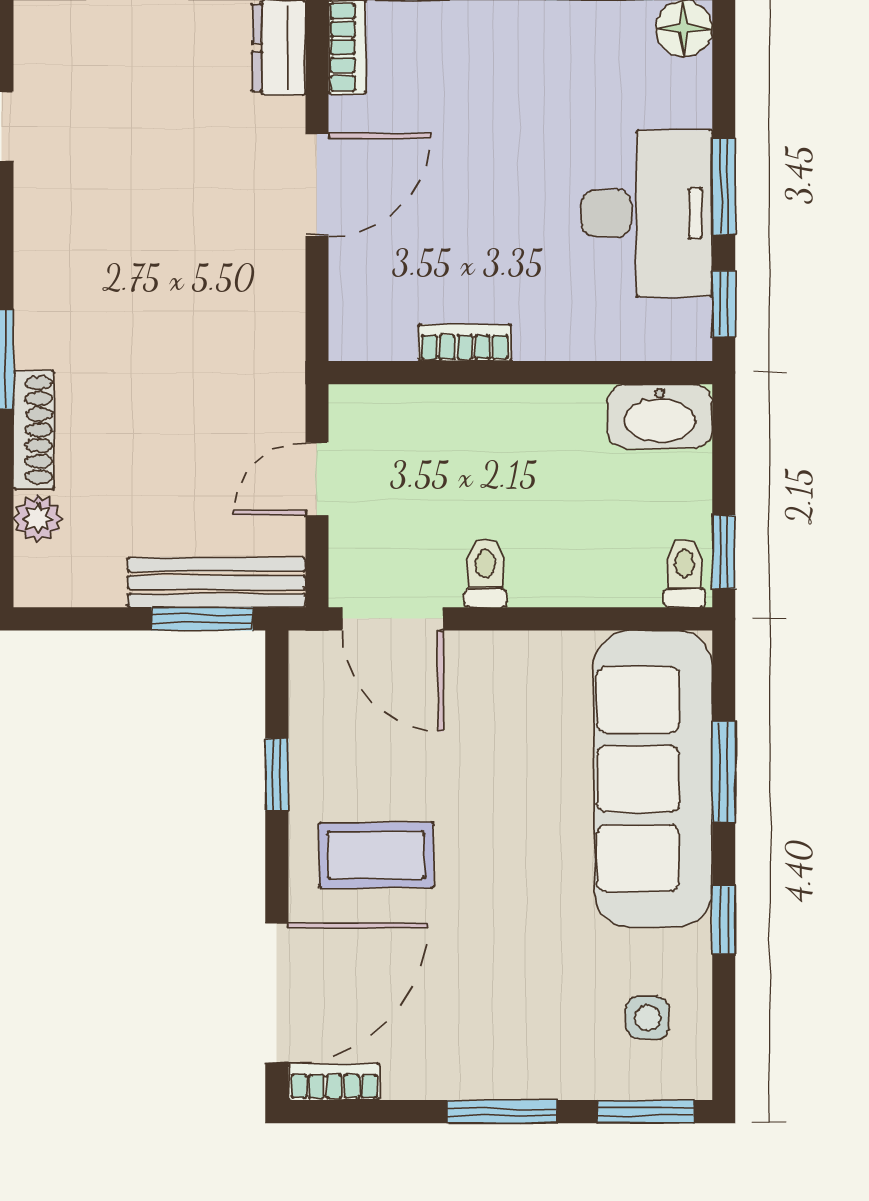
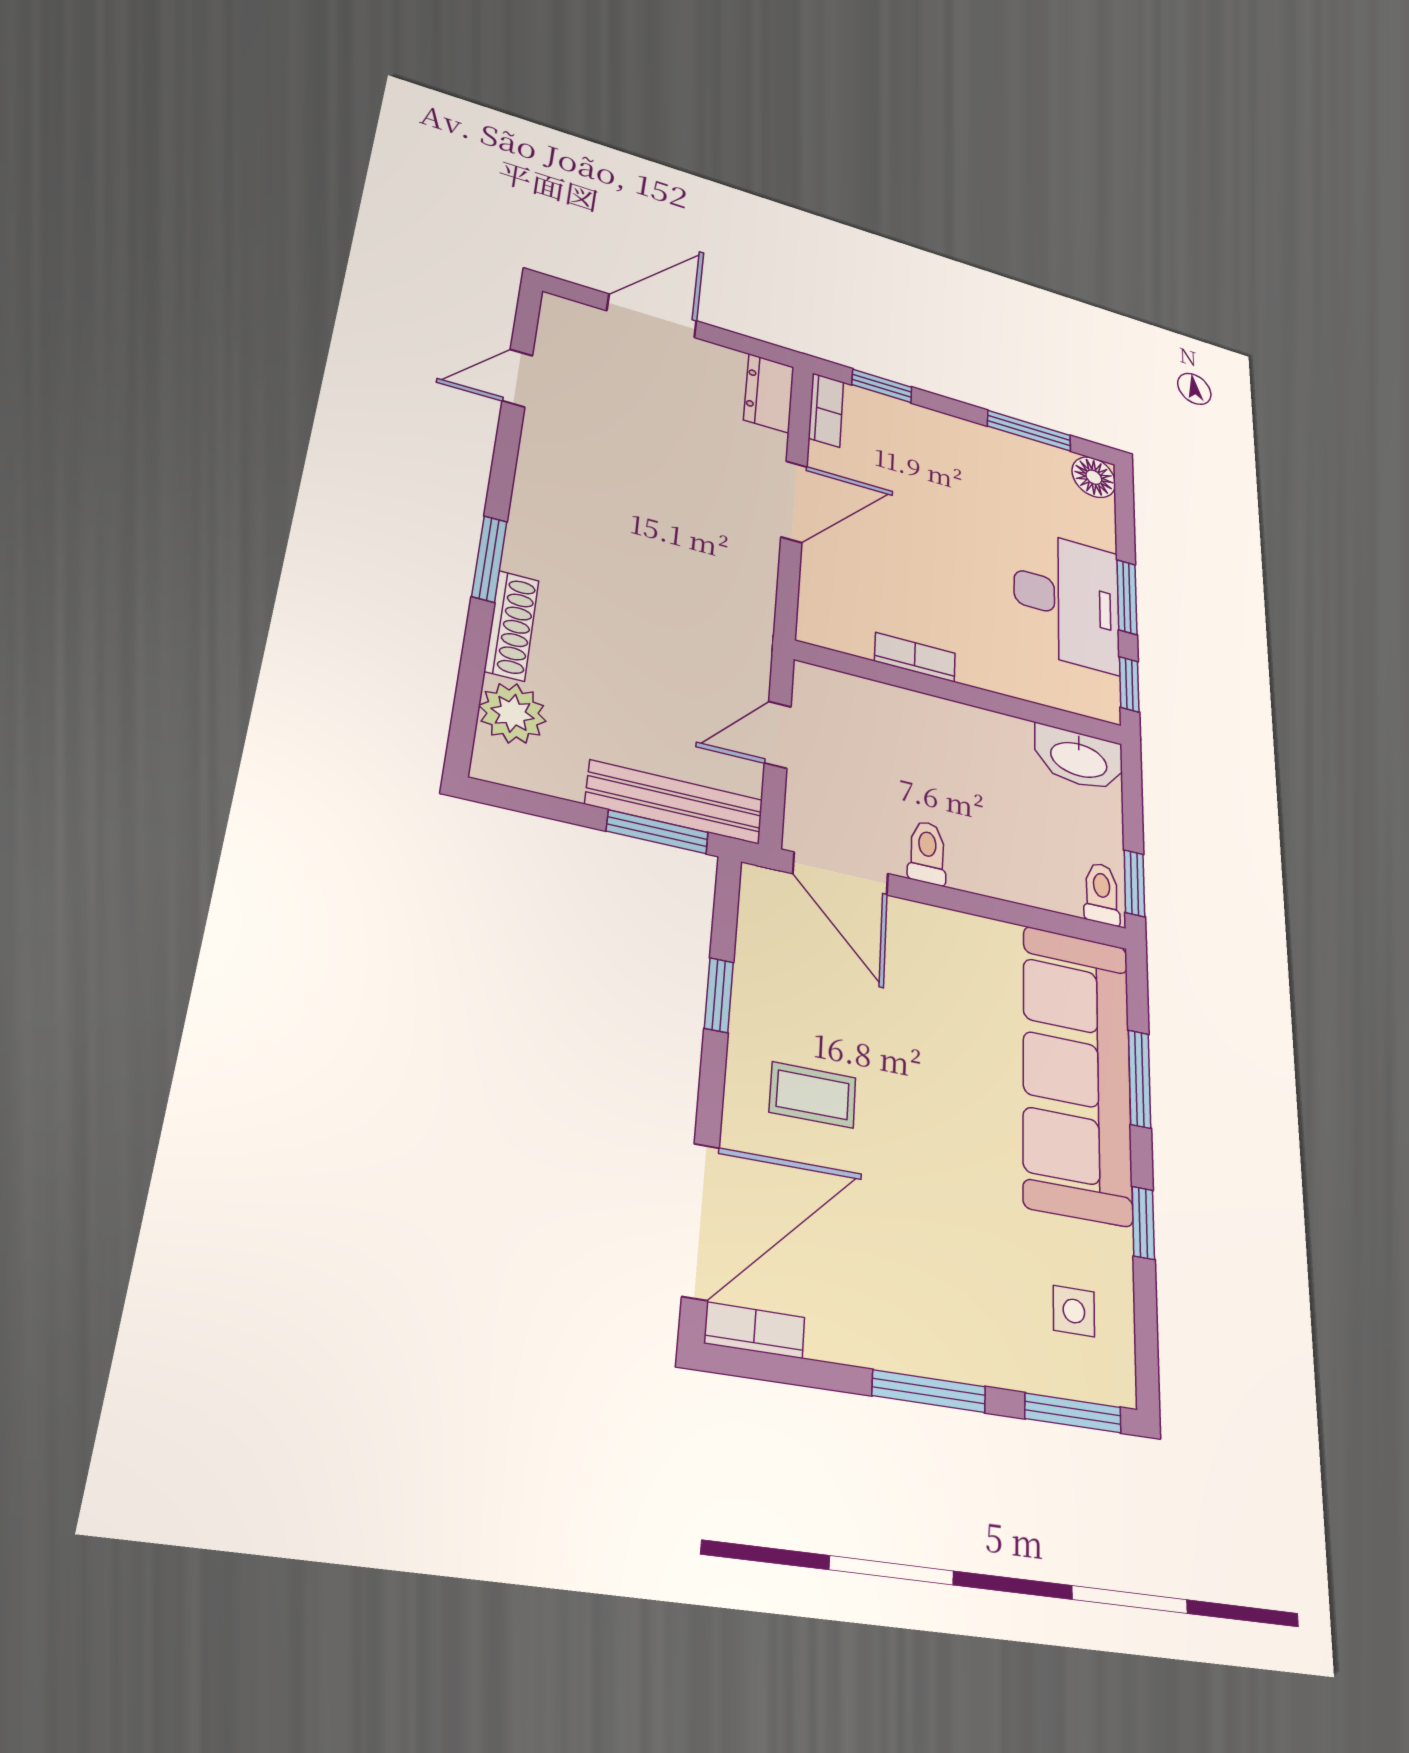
plant: (38, 518) -> (513, 713), width x1.38, depth x1.38
coffee table: (376, 855) -> (813, 1095), width x0.73, depth x0.77

